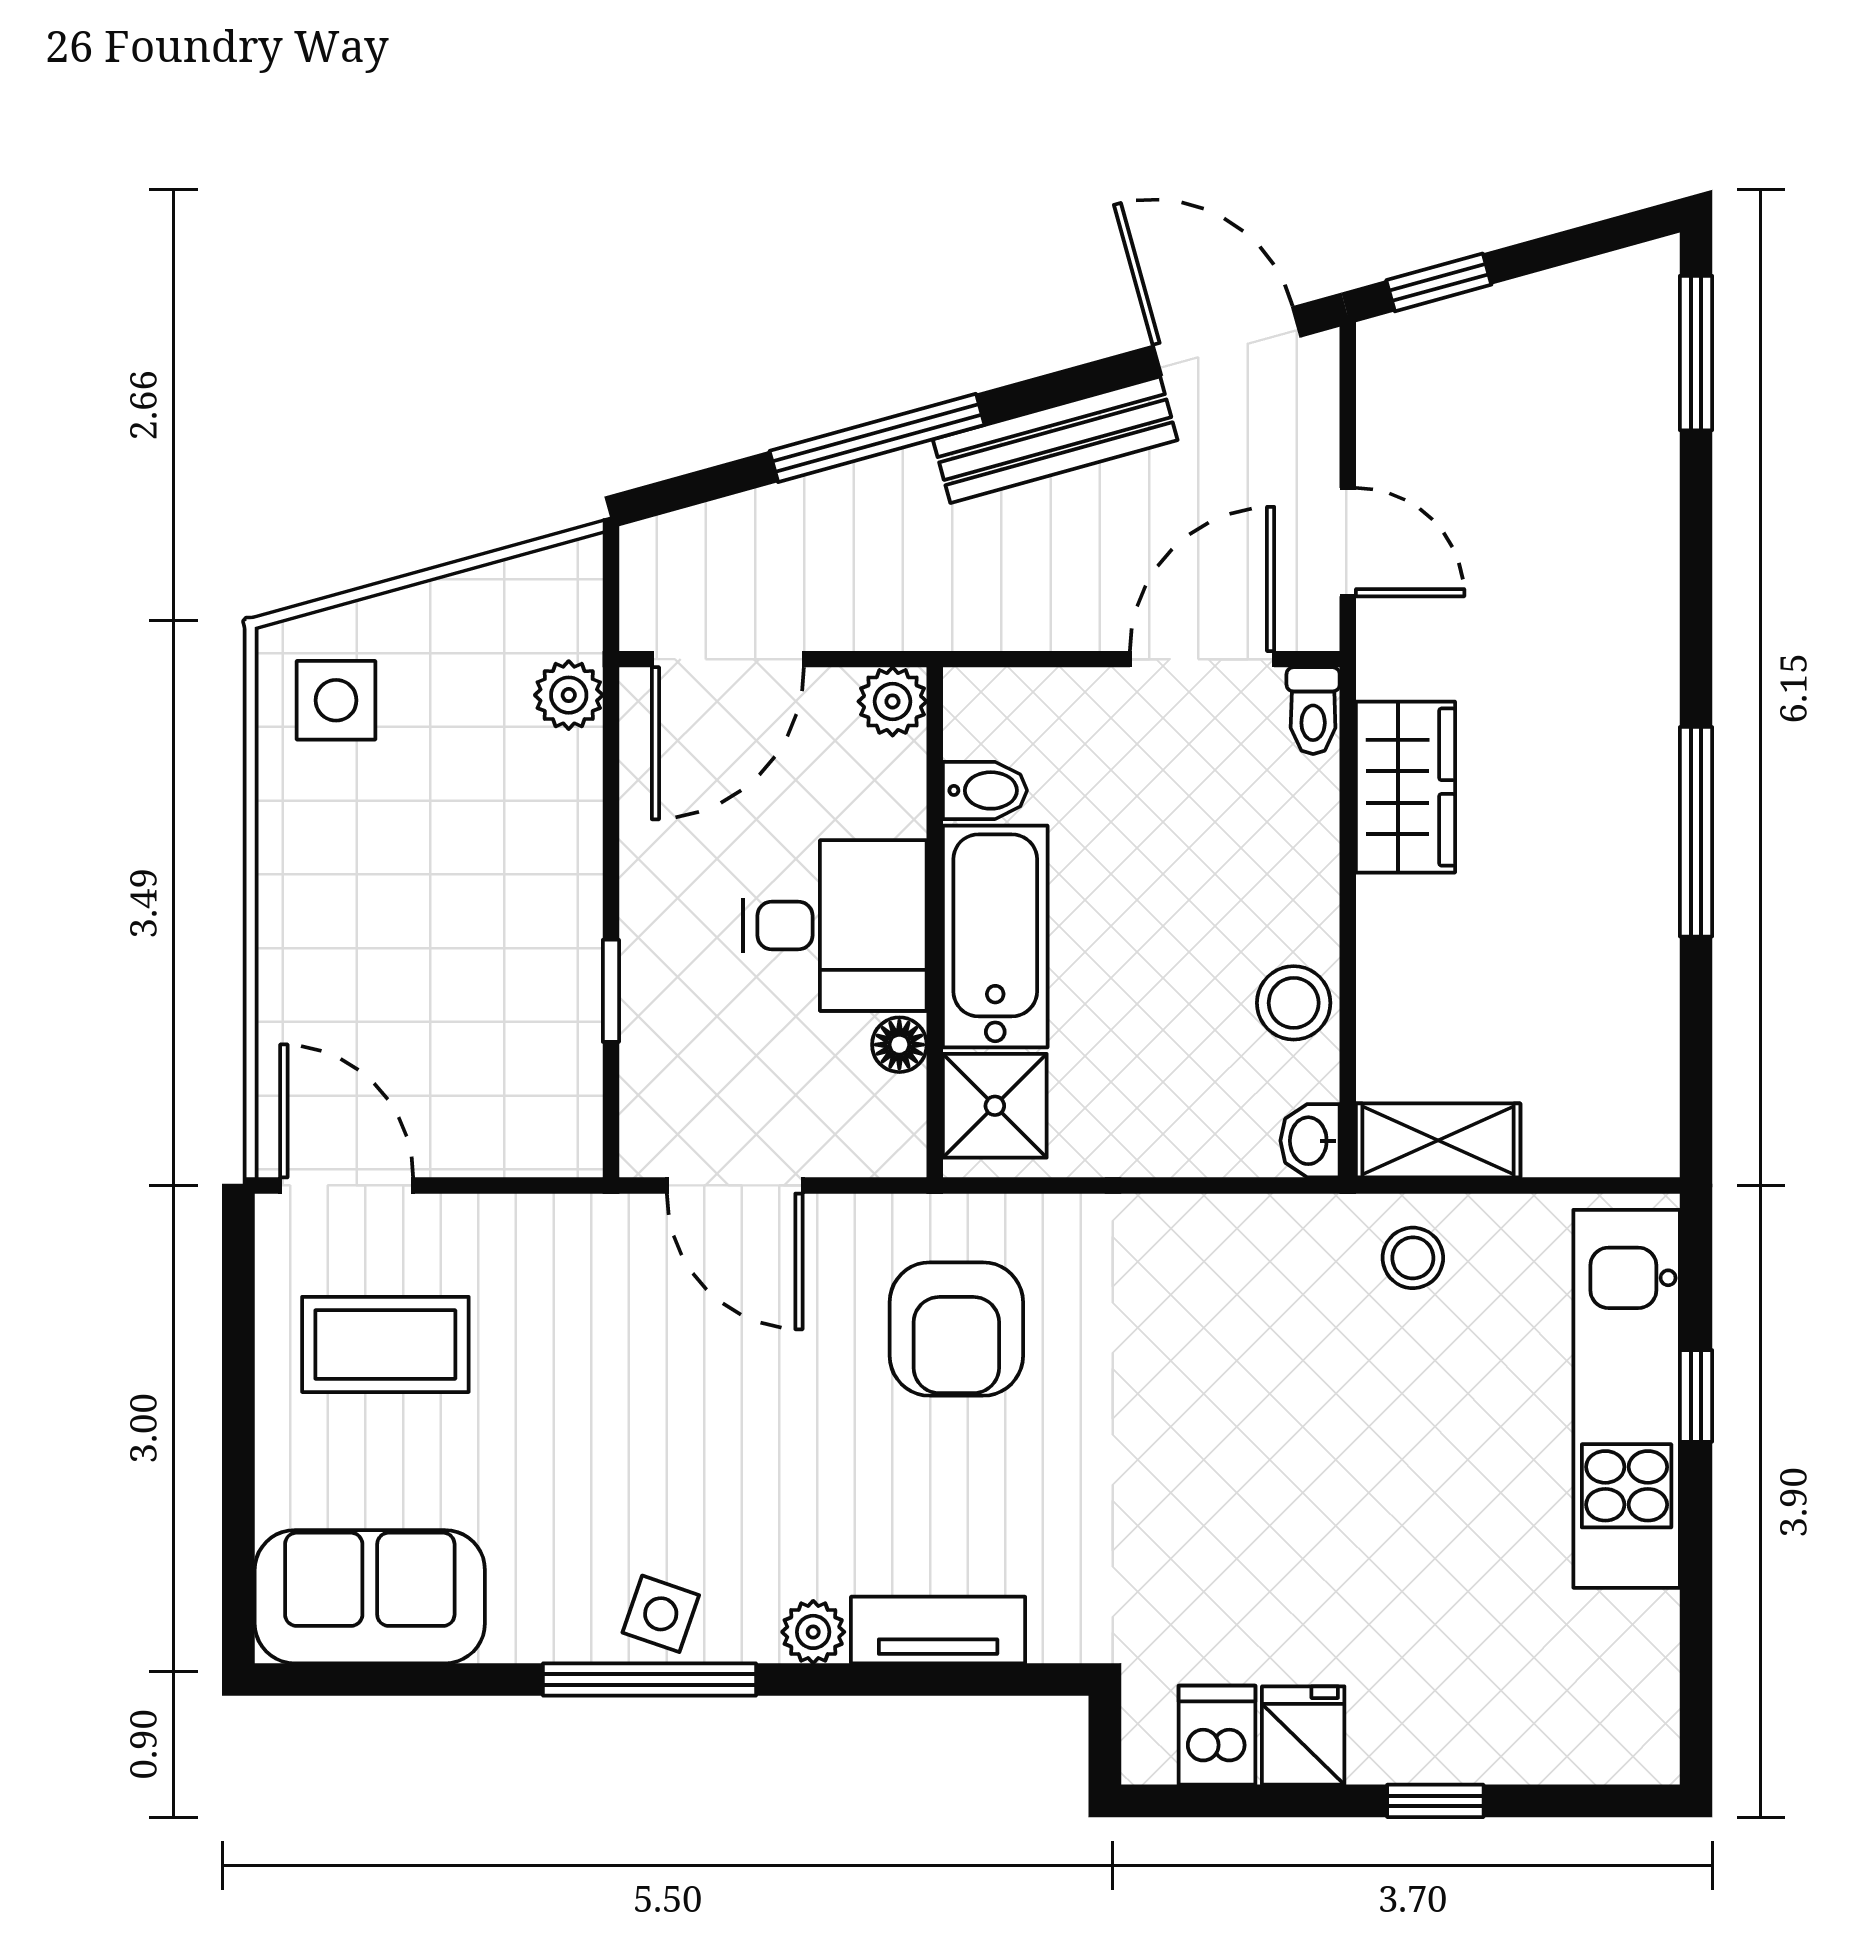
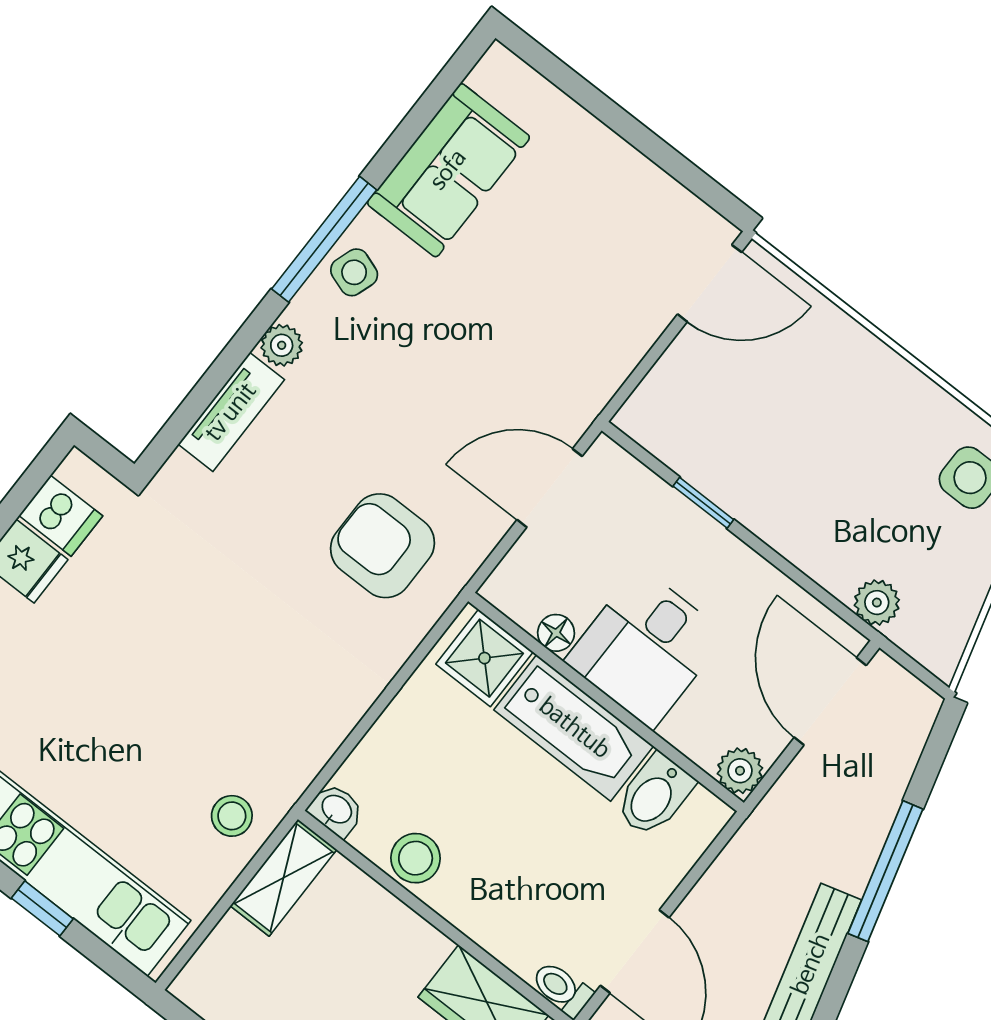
bidet: (985, 790) -> (654, 795), width x1.38, depth x1.36
coffee table: (385, 1344) -> (610, 238), removed
sofa: (370, 1597) -> (448, 170), moved

